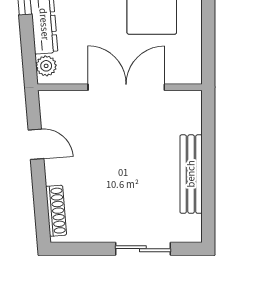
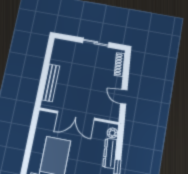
bench: (191, 174) -> (51, 83), moved
sliding door: (143, 249) -> (96, 43), moved

